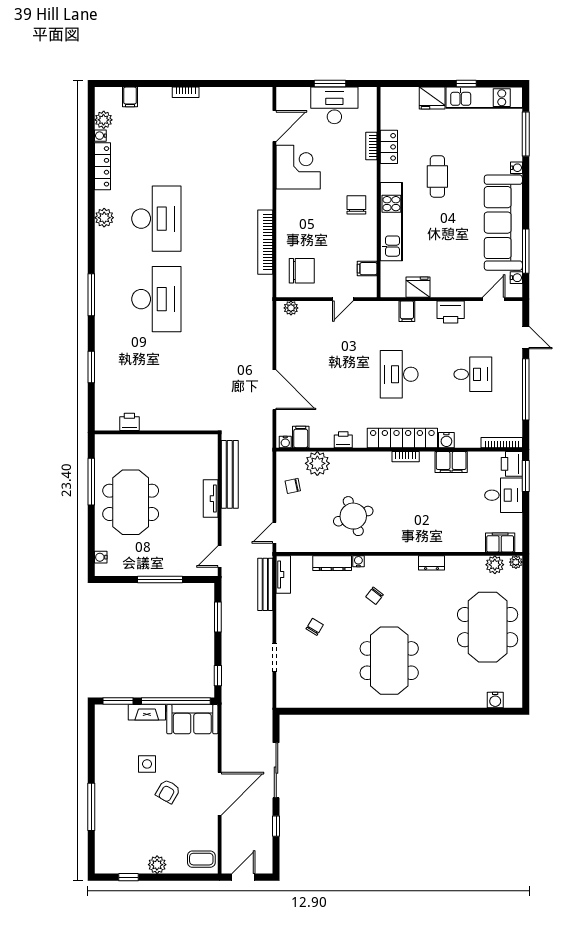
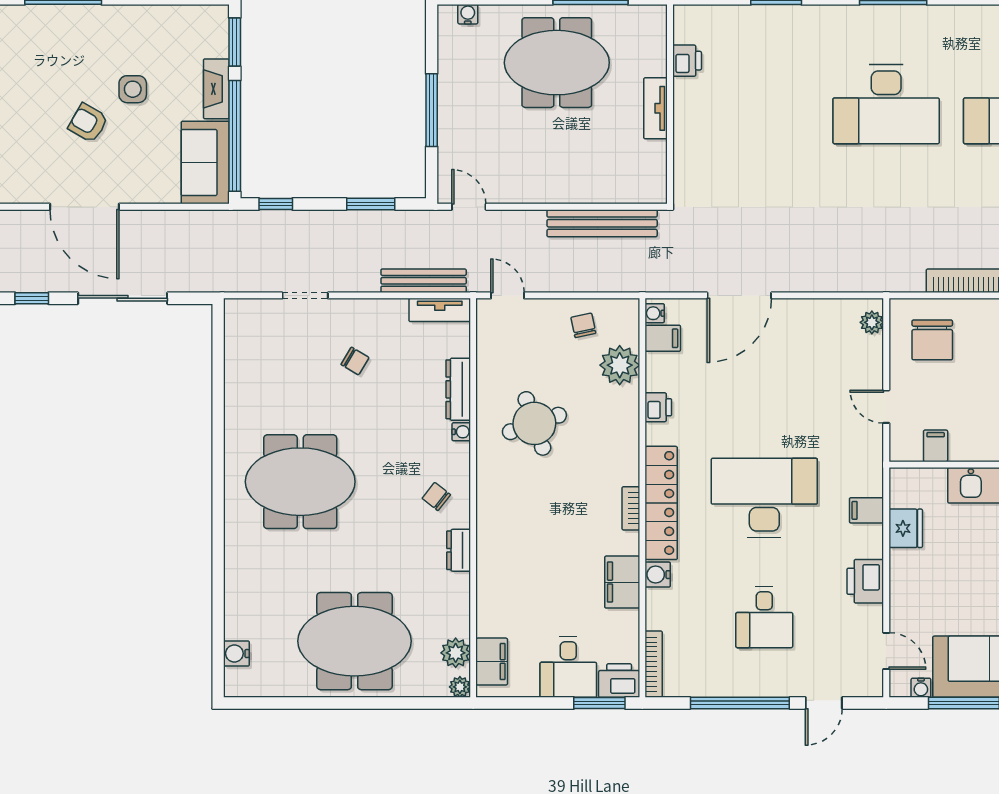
desk: (399, 374) -> (764, 498), width x1.36, depth x1.30
tv unit: (211, 499) -> (656, 108), moved, turned -90
chair: (374, 596) -> (436, 496), moved

